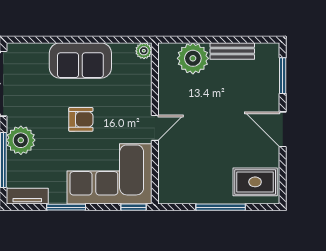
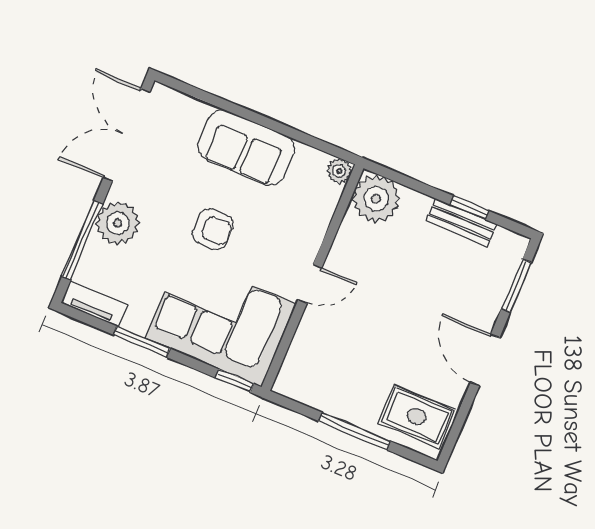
window: (233, 40) -> (469, 208), added
plant: (193, 58) -> (376, 199), moved

